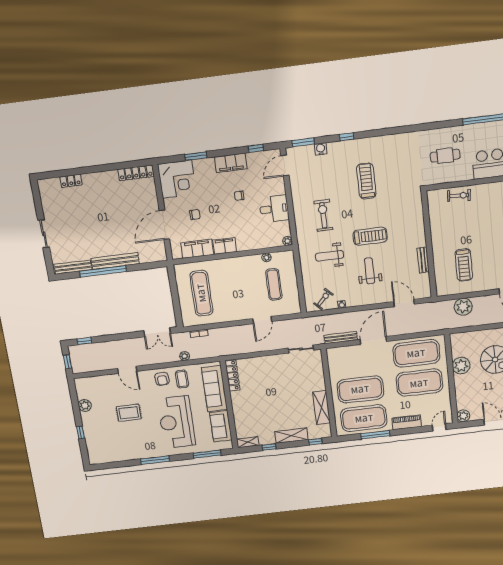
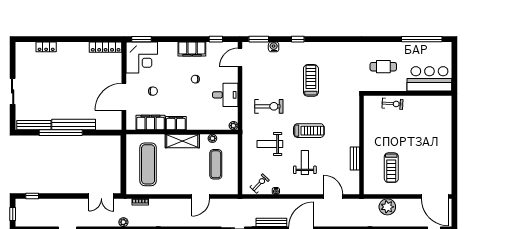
window: (196, 156) -> (141, 39), moved
exercise bike: (323, 215) -> (269, 106), turned 90
shelving: (234, 264) -> (182, 141), added

